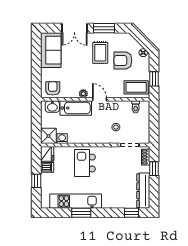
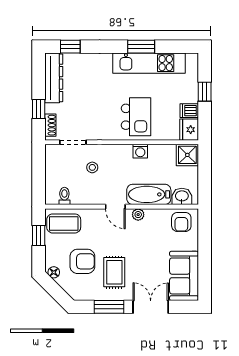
washing machine: (62, 139) -> (140, 151), moved

